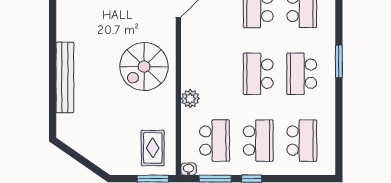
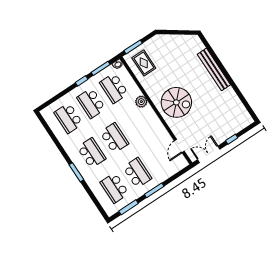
spiral stairs: (144, 67) -> (176, 102), turned 90

